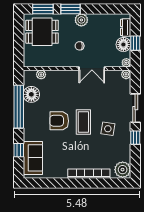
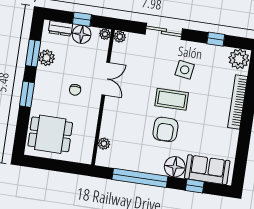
window: (43, 9) -> (33, 53), moved
plant: (81, 20) -> (47, 58), moved
dining table: (42, 32) -> (50, 134), turned 90
floor lamp: (31, 94) -> (175, 167), moved
window: (135, 138) -> (216, 39), moved

